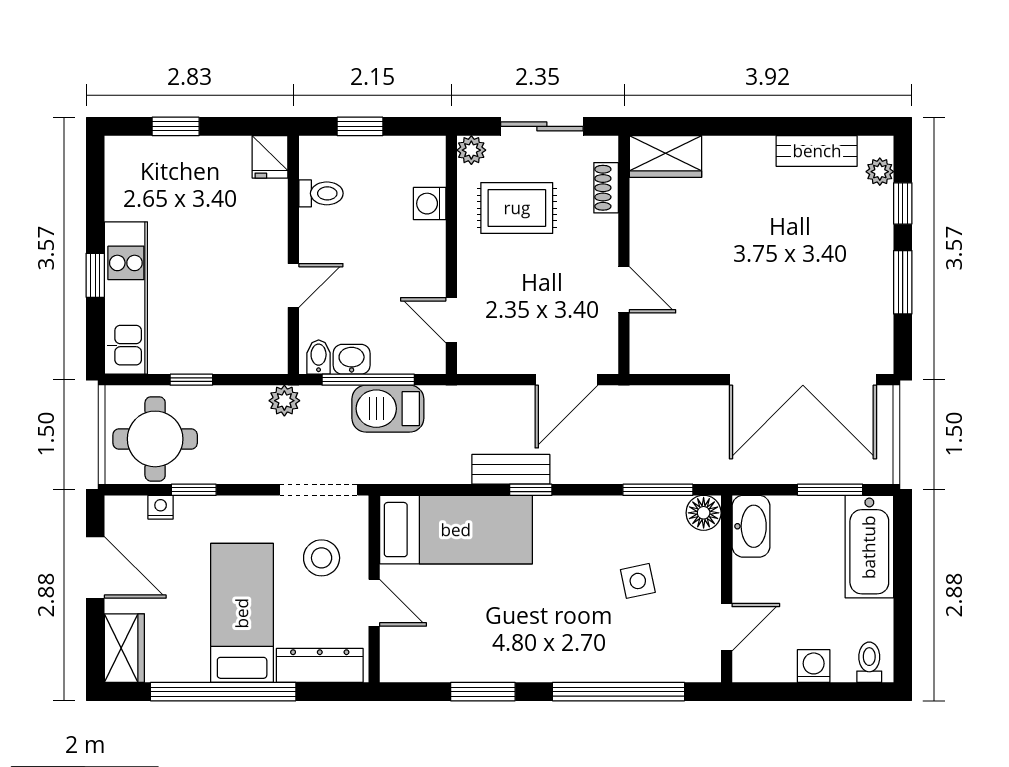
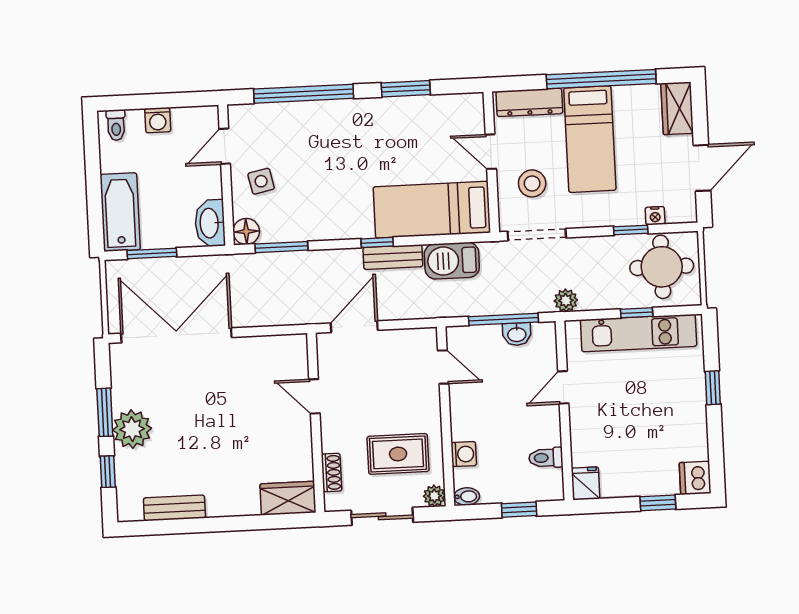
dishwasher: (124, 157) -> (695, 478), added
plant: (880, 172) -> (132, 429), moved, width x1.88, depth x1.88
kitchen unit: (126, 298) -> (639, 333), moved, turned -90
bidet: (319, 357) -> (467, 496), moved, turned -90
barbecue: (388, 409) -> (452, 261), moved, turned 180
door: (95, 567) -> (702, 168), swing flipped
side table: (638, 581) -> (261, 181), moved

